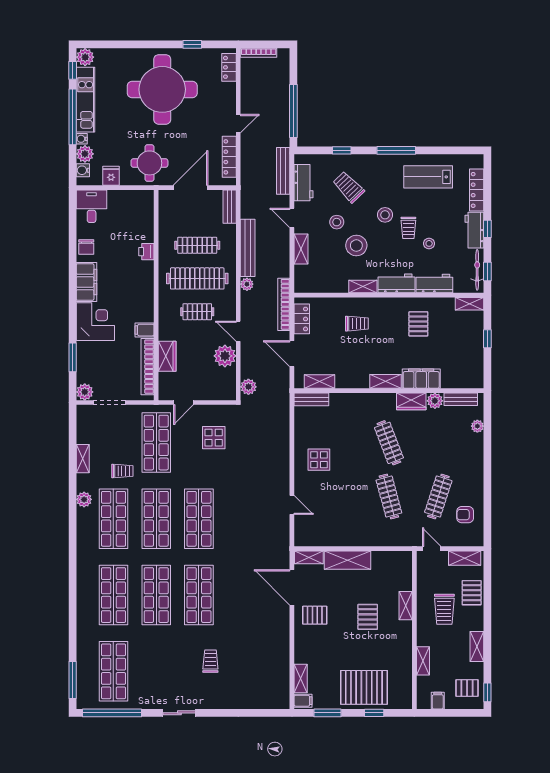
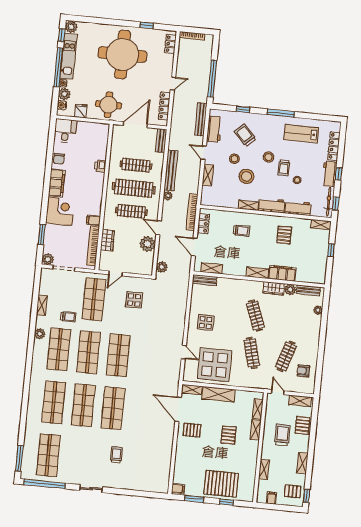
clothes rail: (197, 312) -> (131, 211), width x1.36
display table: (338, 518) -> (215, 365), added
trolley: (444, 609) -> (282, 435), turned 180
shelving: (301, 678) -> (258, 409), moved

